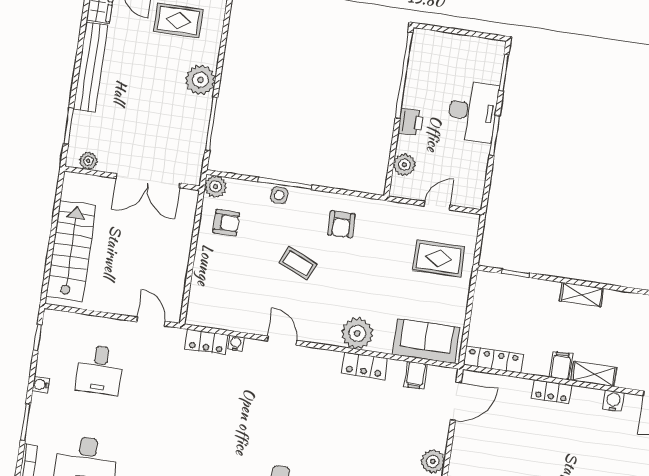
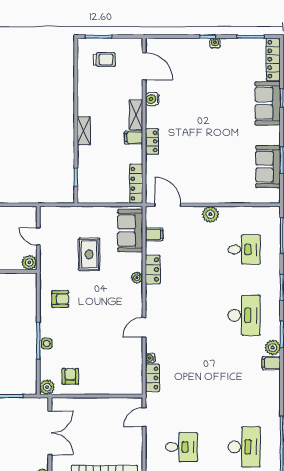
plant: (404, 165) -> (29, 262), moved
rug: (439, 258) -> (89, 254), moved
coffee table: (298, 263) -> (91, 324), removed
plant: (357, 333) -> (137, 278), width x0.53, depth x0.53

